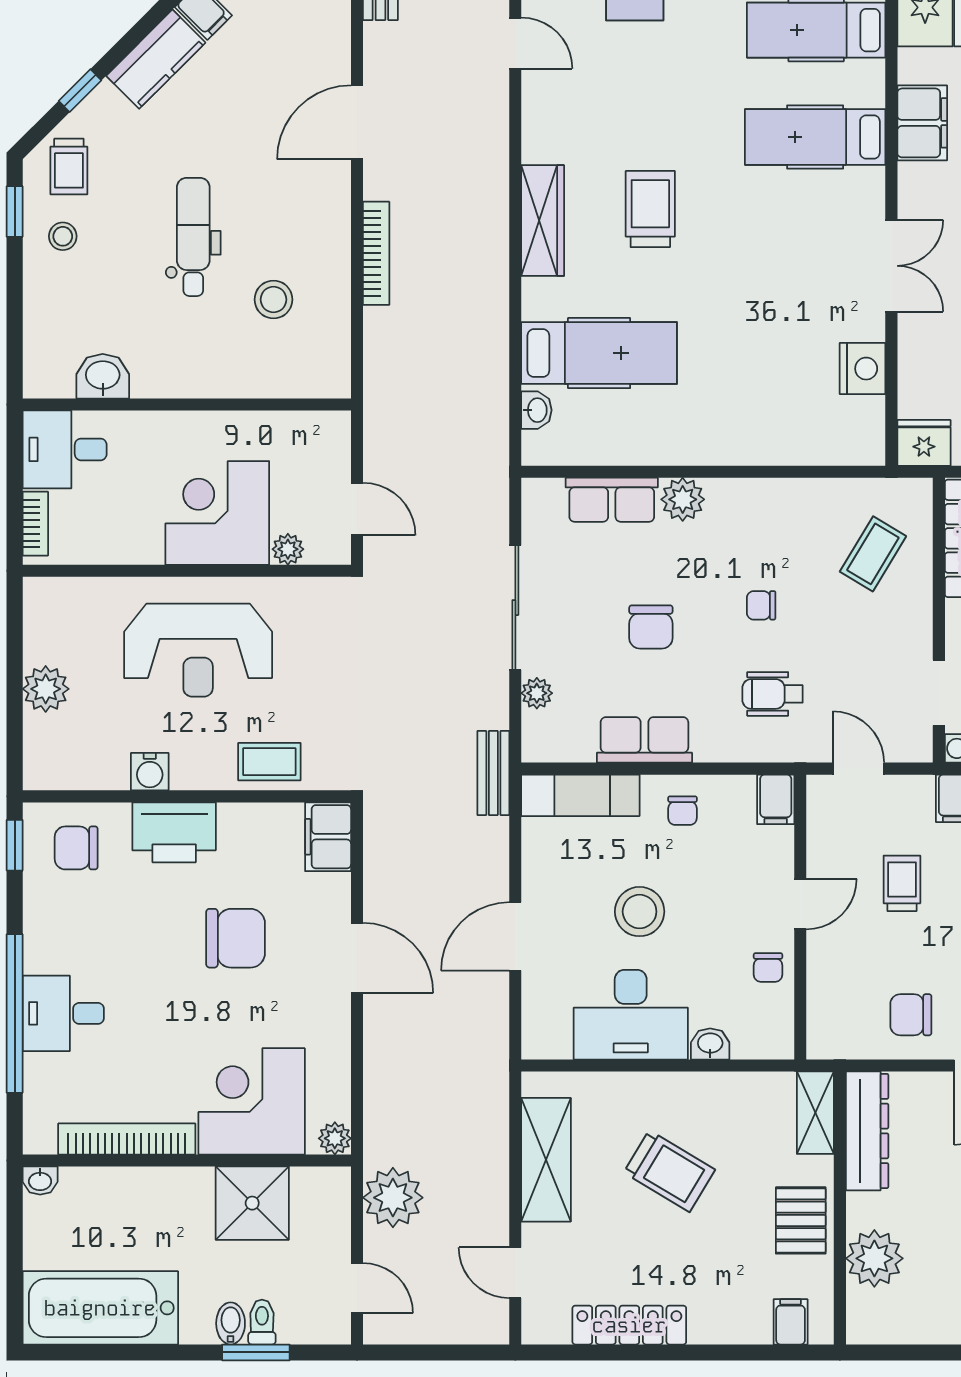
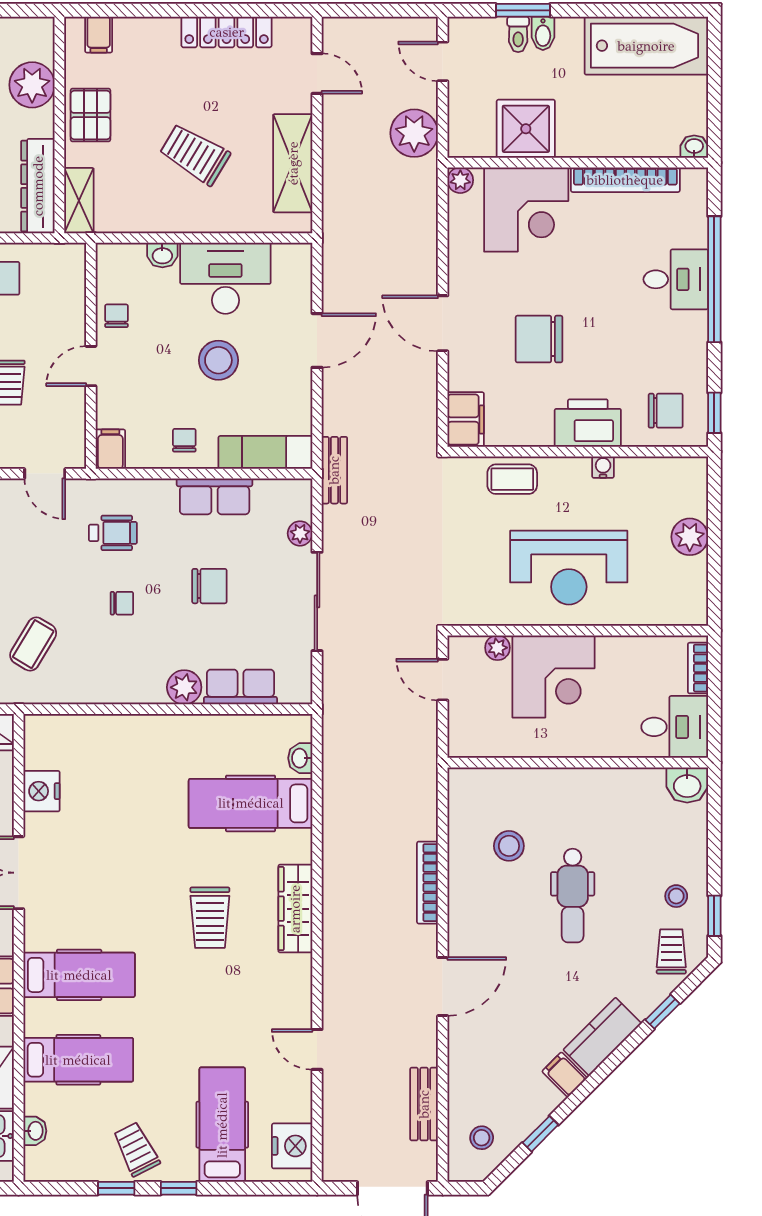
washbasin: (103, 376) -> (687, 785), moved
chair: (651, 627) -> (209, 586), turned 90
reception desk: (198, 650) -> (569, 568), turned 180
water cooler: (150, 772) -> (603, 467), width x0.72, depth x0.72

